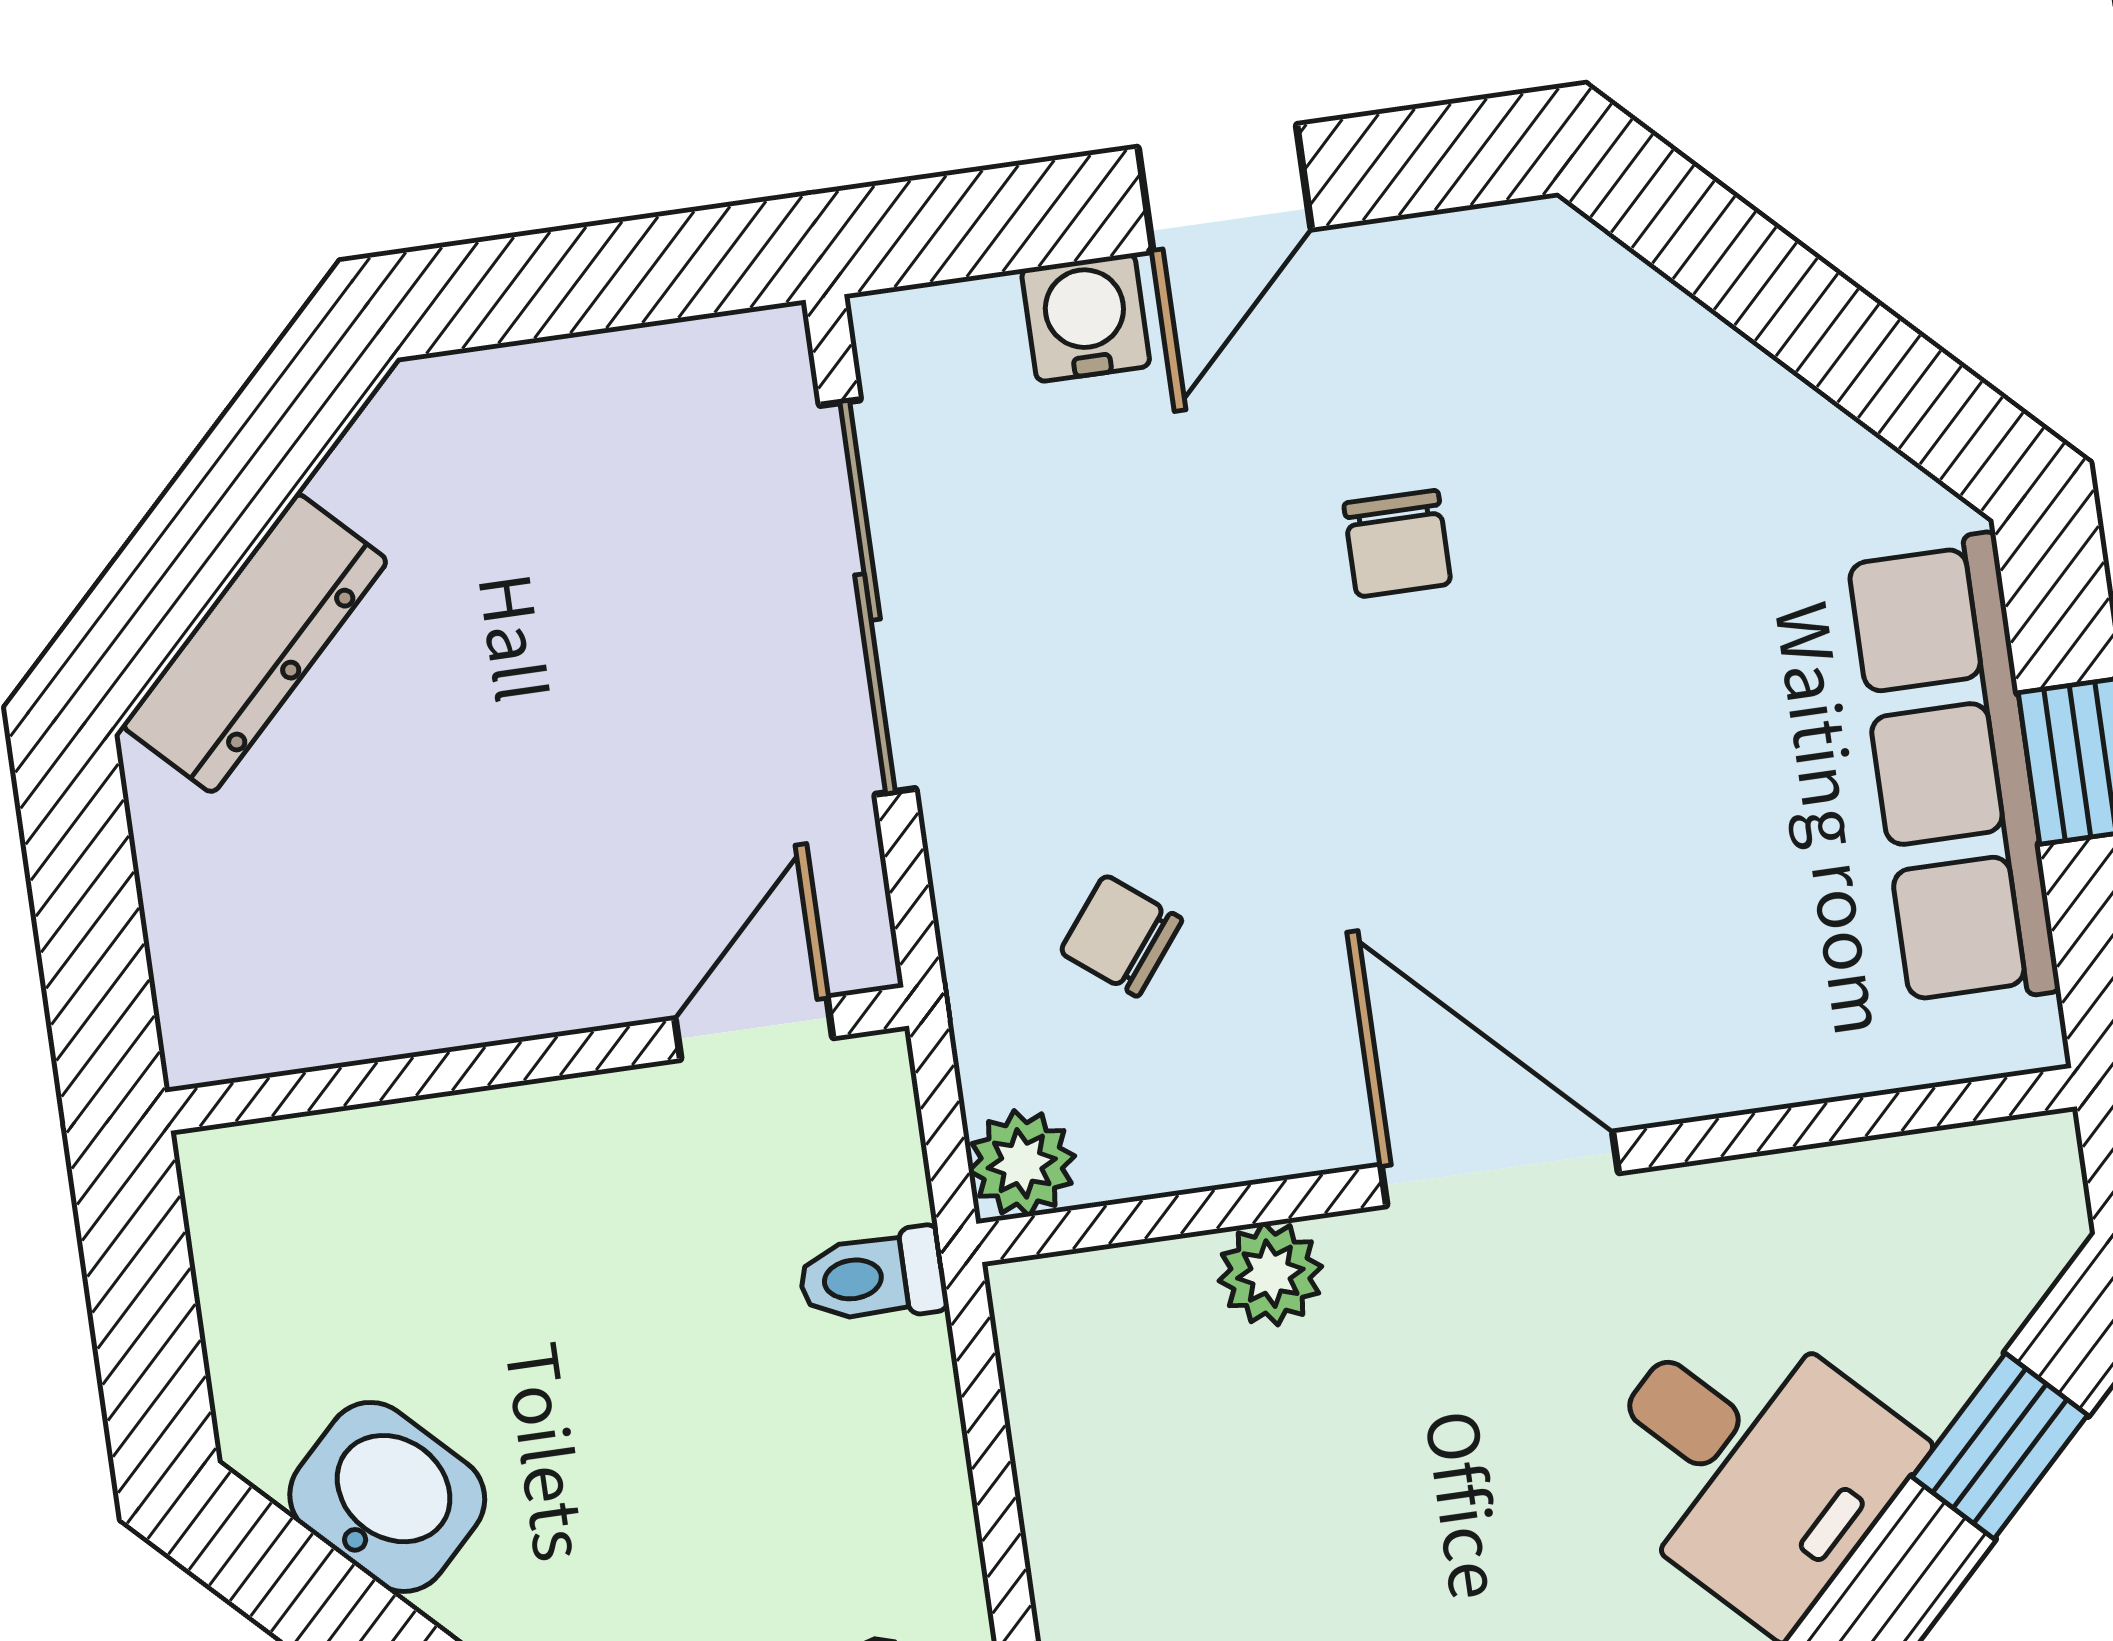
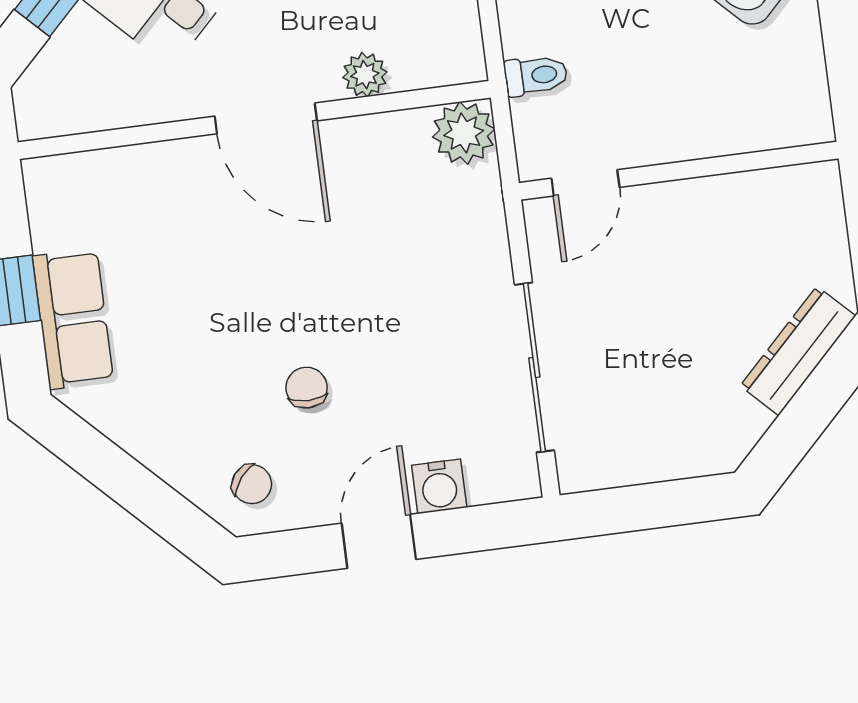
row of seats: (1953, 772) -> (73, 319), width x0.68
chair: (1121, 936) -> (252, 484), moved
plant: (1022, 1163) -> (464, 133), width x1.38, depth x1.38

